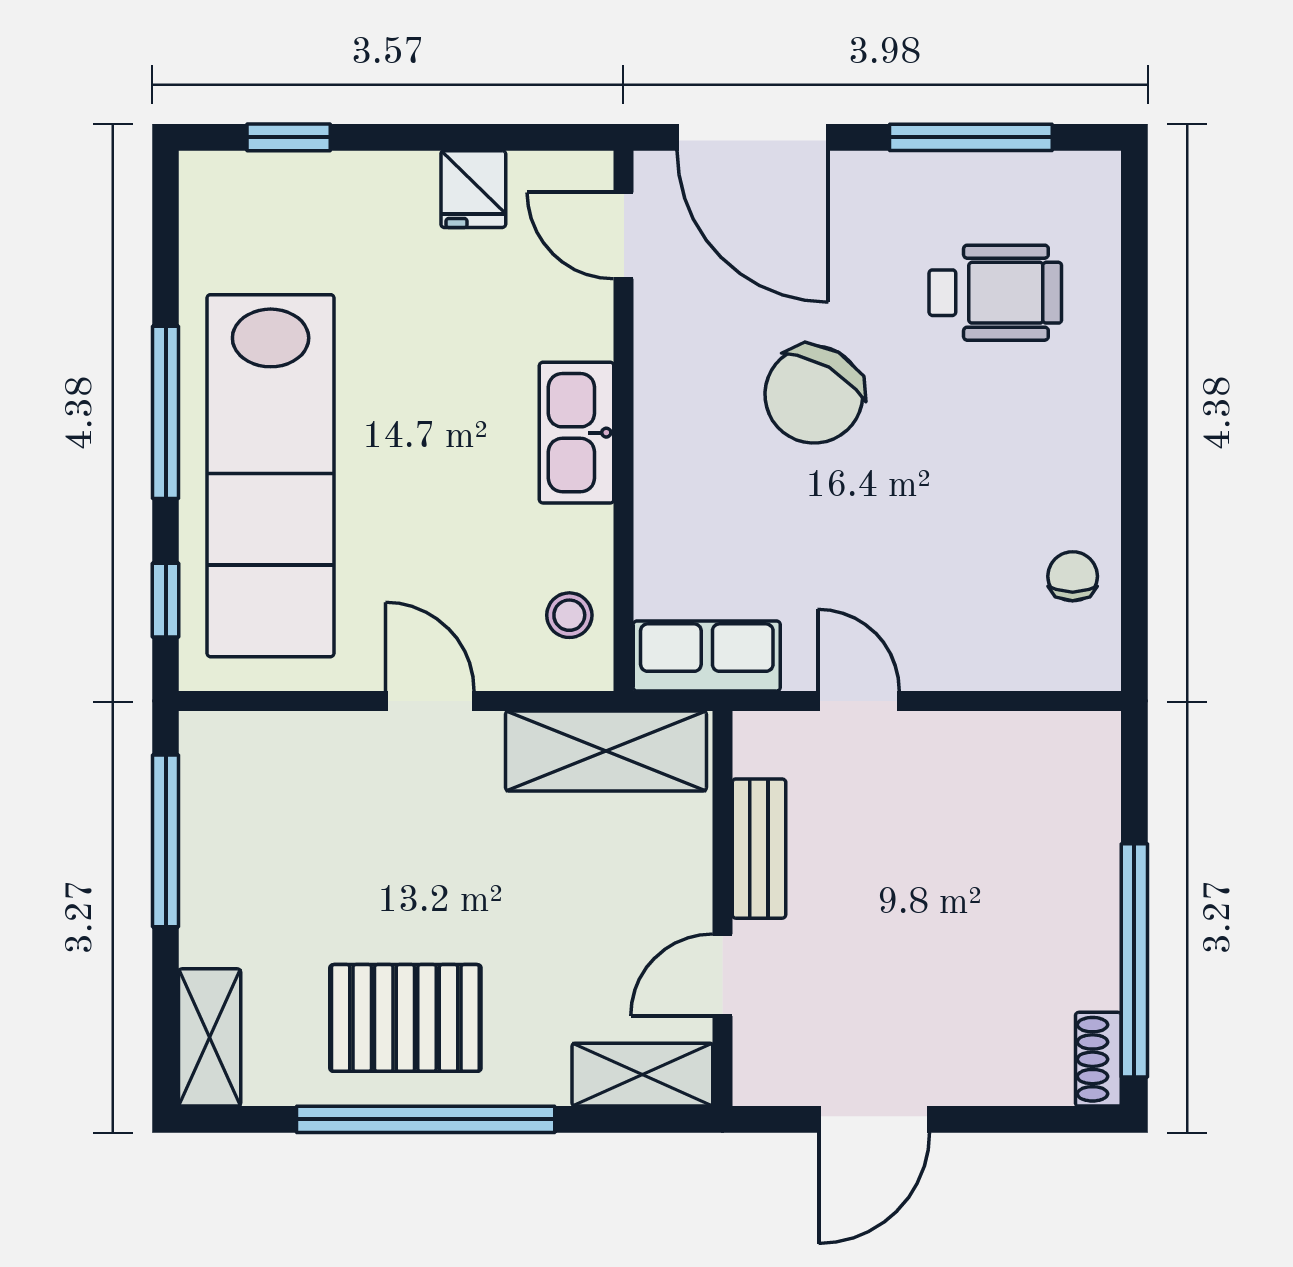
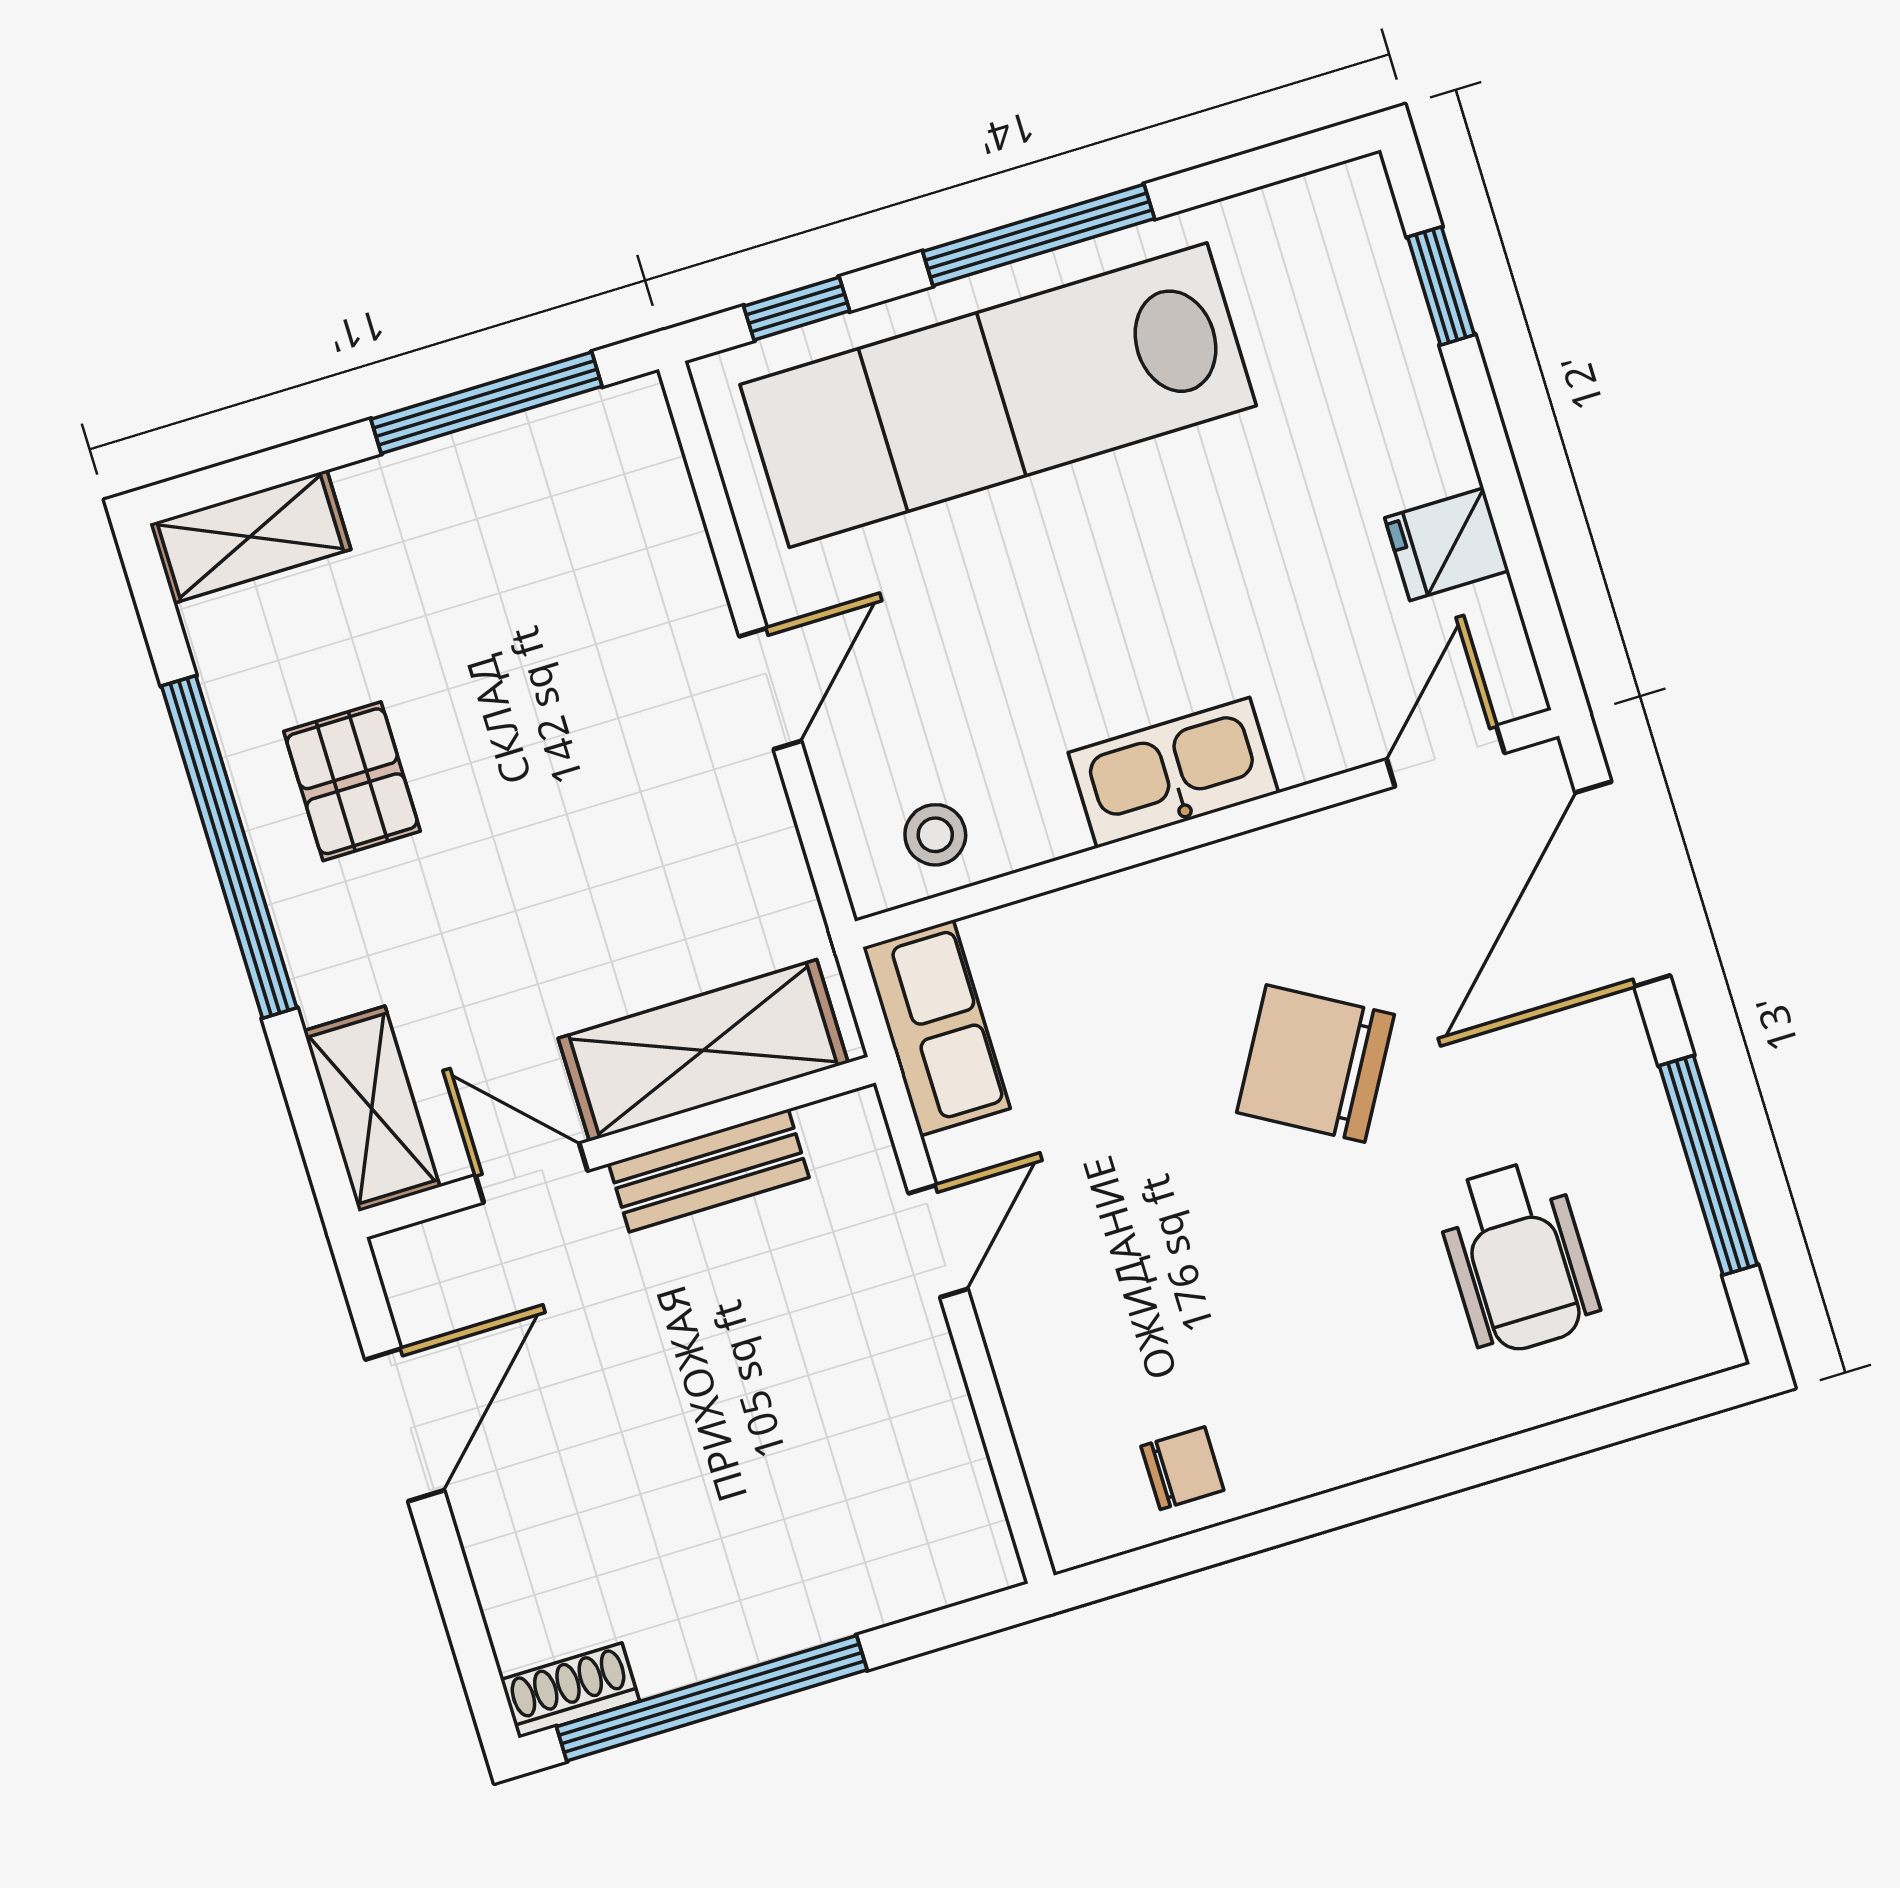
shelving: (606, 751) -> (703, 1050), moved, turned 90
pallet: (405, 1018) -> (352, 781), width x0.67, depth x0.71
door: (874, 1119) -> (405, 1425), swing flipped

